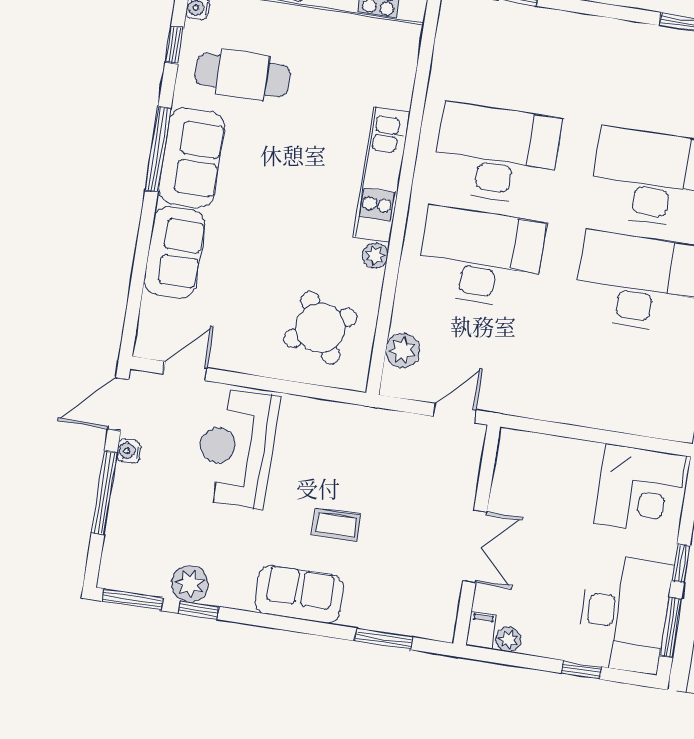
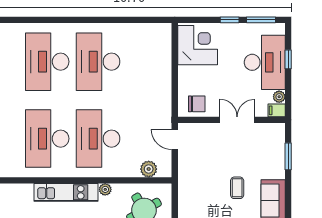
chair: (520, 469) -> (197, 104), added
desk: (624, 613) -> (265, 62), moved, turned 90

